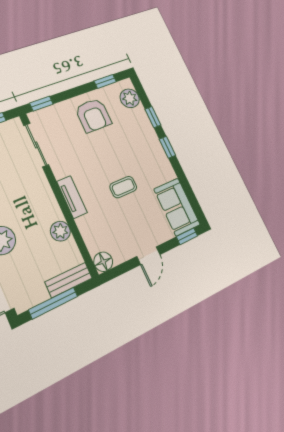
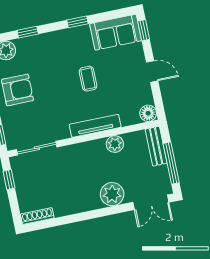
window: (167, 147) -> (78, 22), moved
tv unit: (72, 197) -> (95, 126), width x1.41

